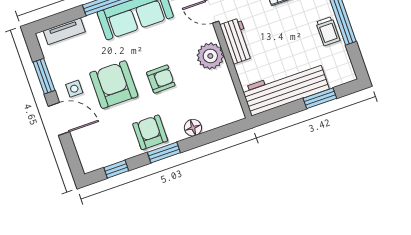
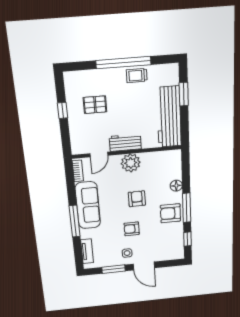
trolley: (328, 31) -> (137, 75), turned 180
armchair: (114, 85) -> (132, 229), width x0.53, depth x0.53
door: (59, 119) -> (144, 266), swing flipped
window: (164, 153) -> (187, 208), width x1.44

